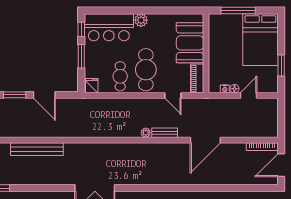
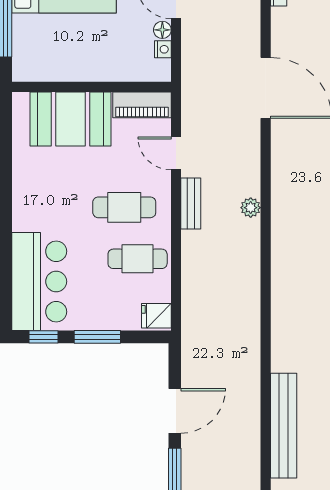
plant: (141, 20) -> (25, 217), removed
cafe table: (146, 70) -> (124, 207), width x0.73, depth x0.74
door: (173, 96) -> (176, 153), swing flipped
bench: (165, 133) -> (191, 204), moved

